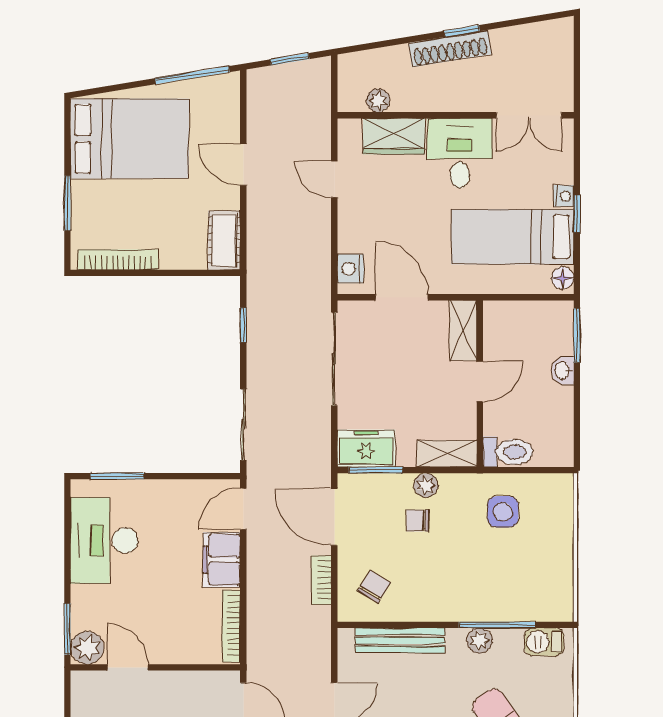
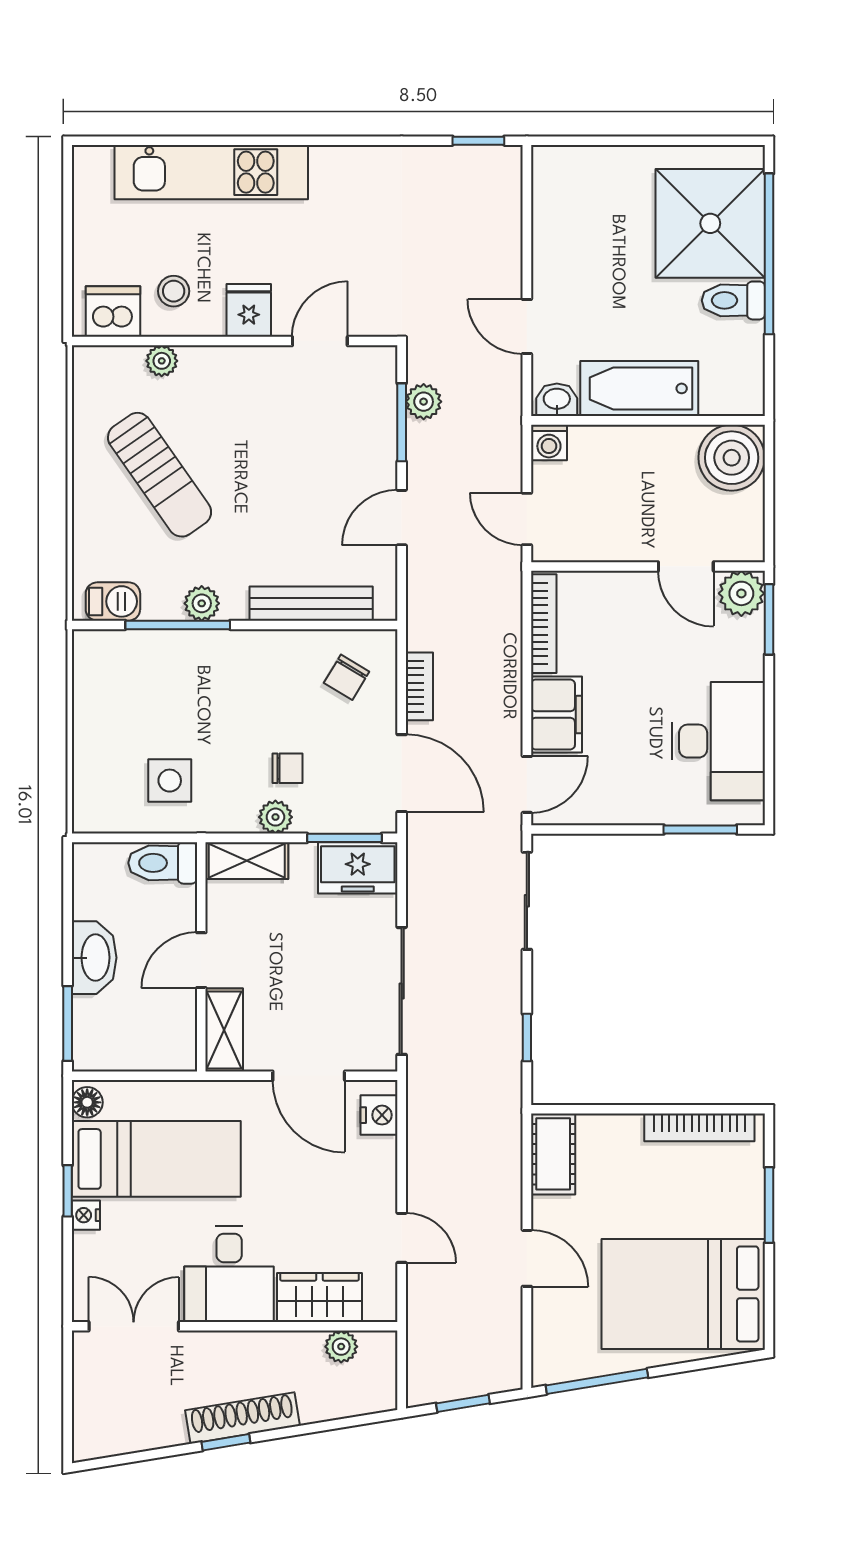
washbasin: (563, 370) -> (94, 958), width x1.91, depth x1.45

